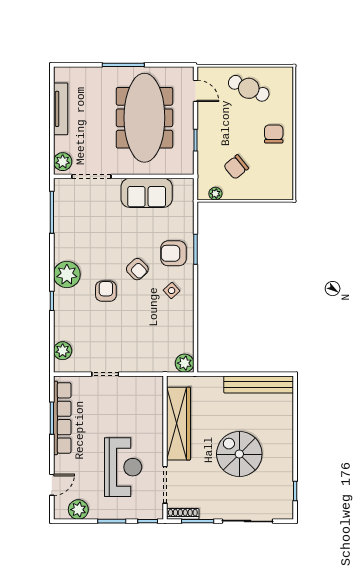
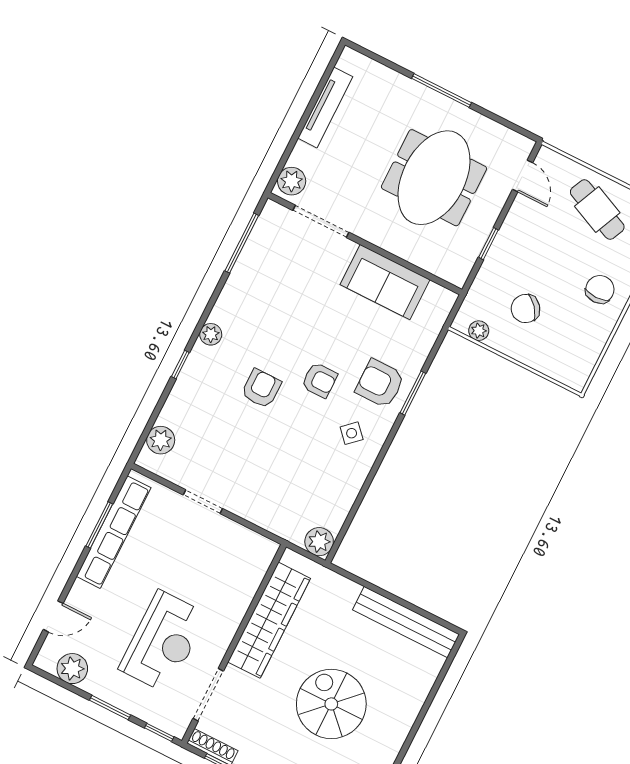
meeting table: (144, 118) -> (434, 178), width x0.73
armchair: (137, 269) -> (319, 380), turned -46
plant: (67, 274) -> (211, 334), width x0.53, depth x0.53

